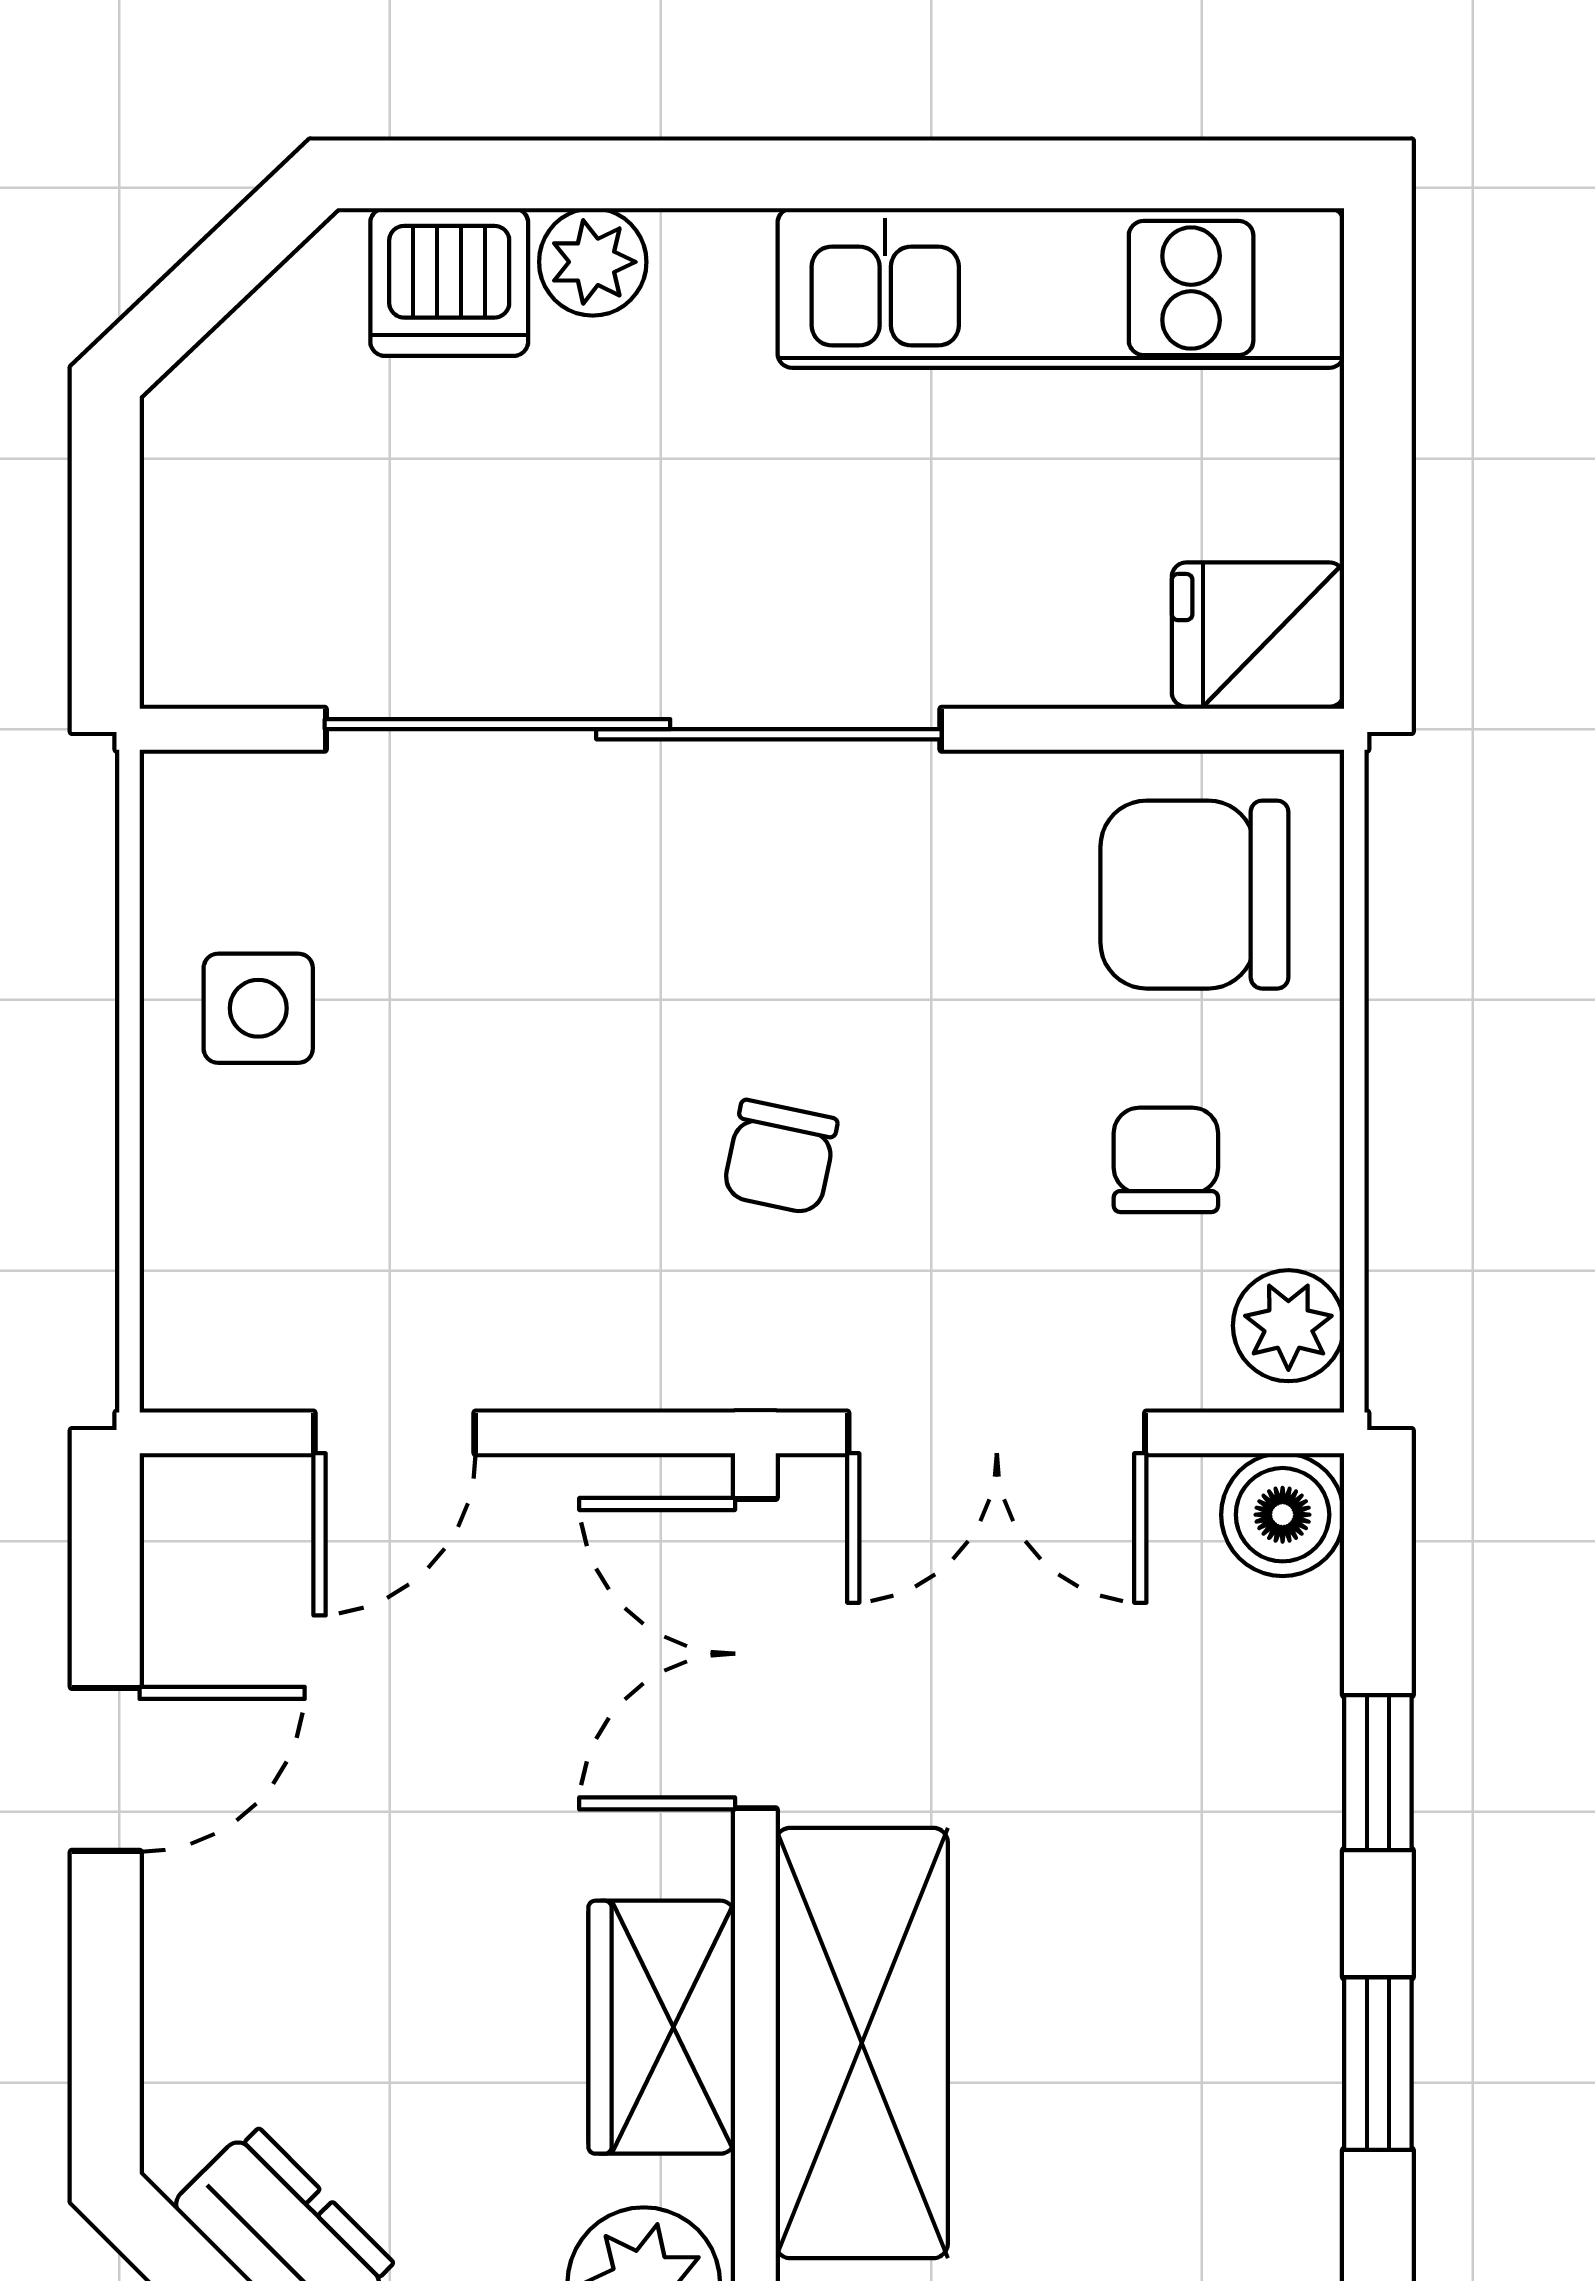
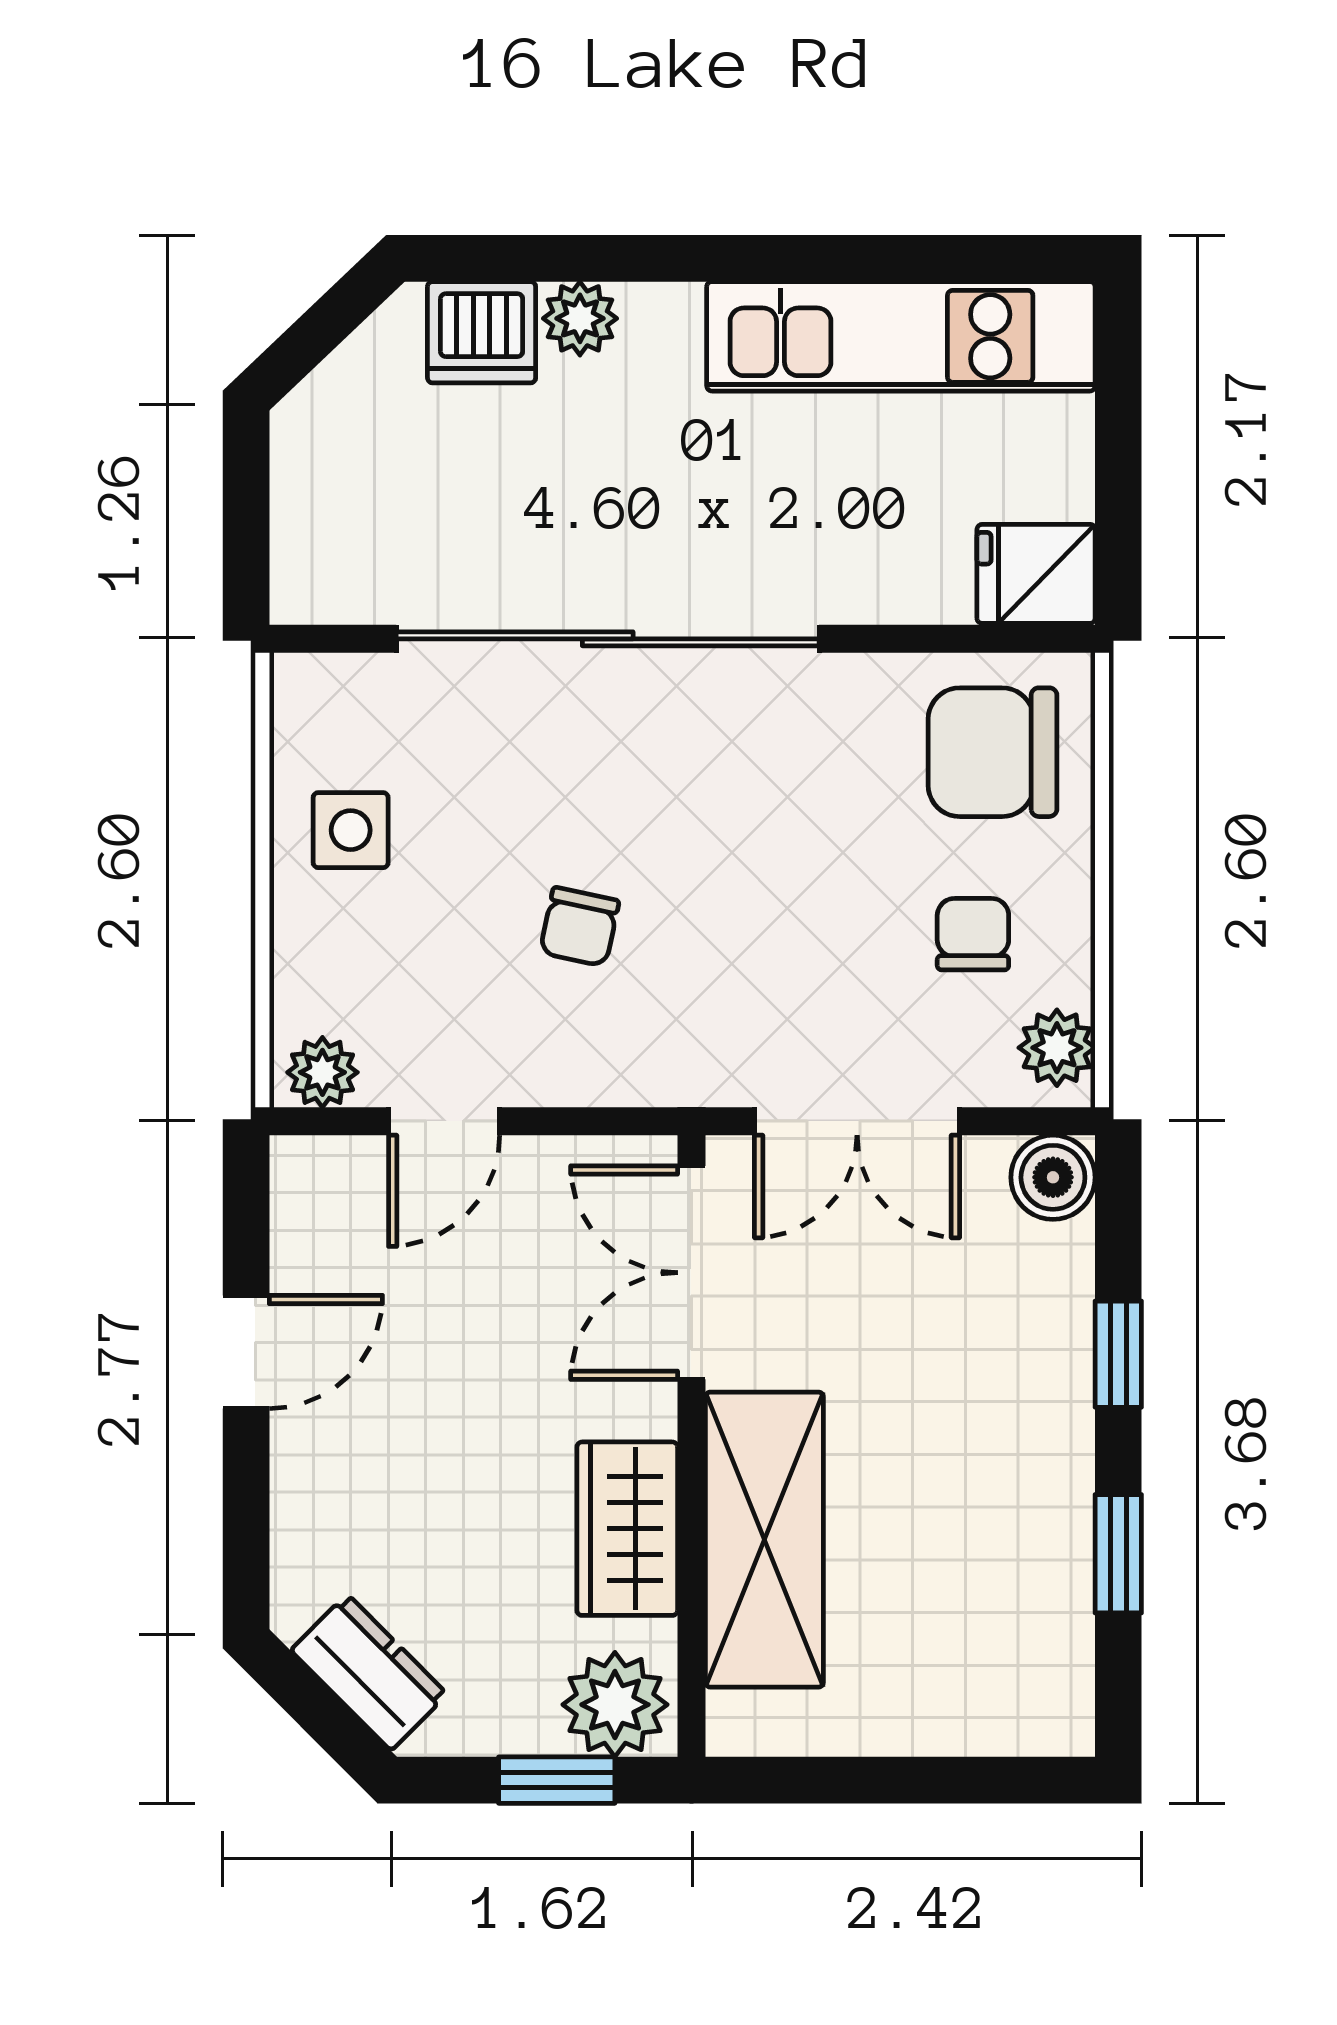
chair: (780, 1157) -> (579, 927), moved
plant: (217, 1362) -> (322, 1072), added

